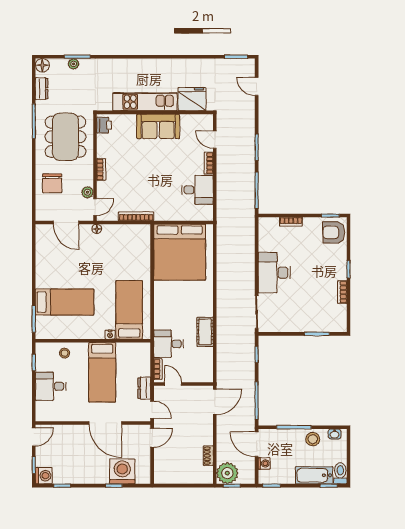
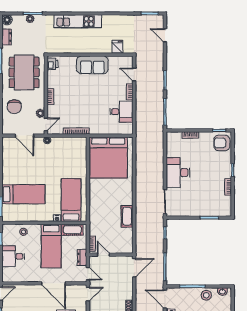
fridge: (192, 99) -> (117, 47), width x0.53, depth x0.75
kitchen unit: (145, 102) -> (78, 21), moved, turned 180
desk: (169, 344) -> (100, 225), removed
cot: (131, 350) -> (72, 230), added

